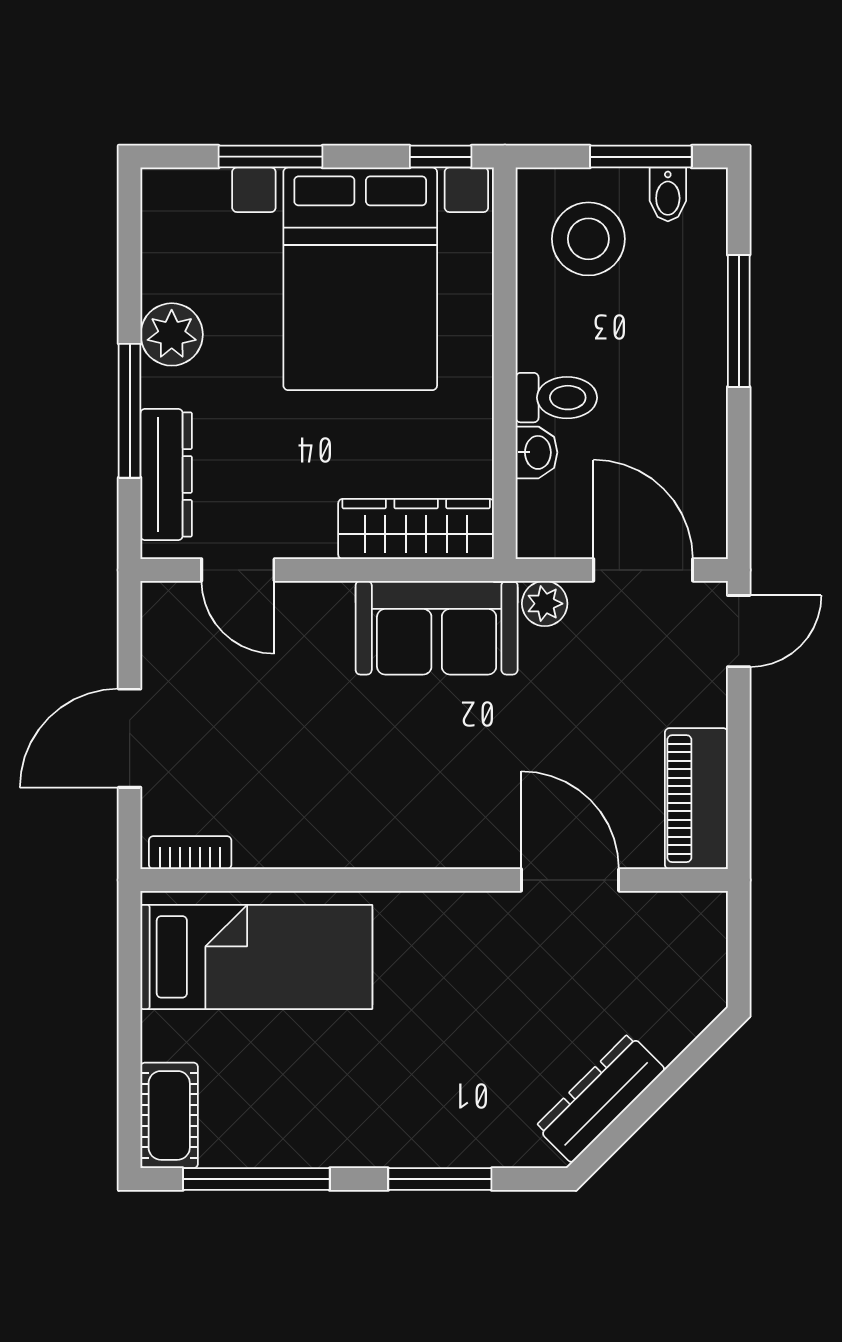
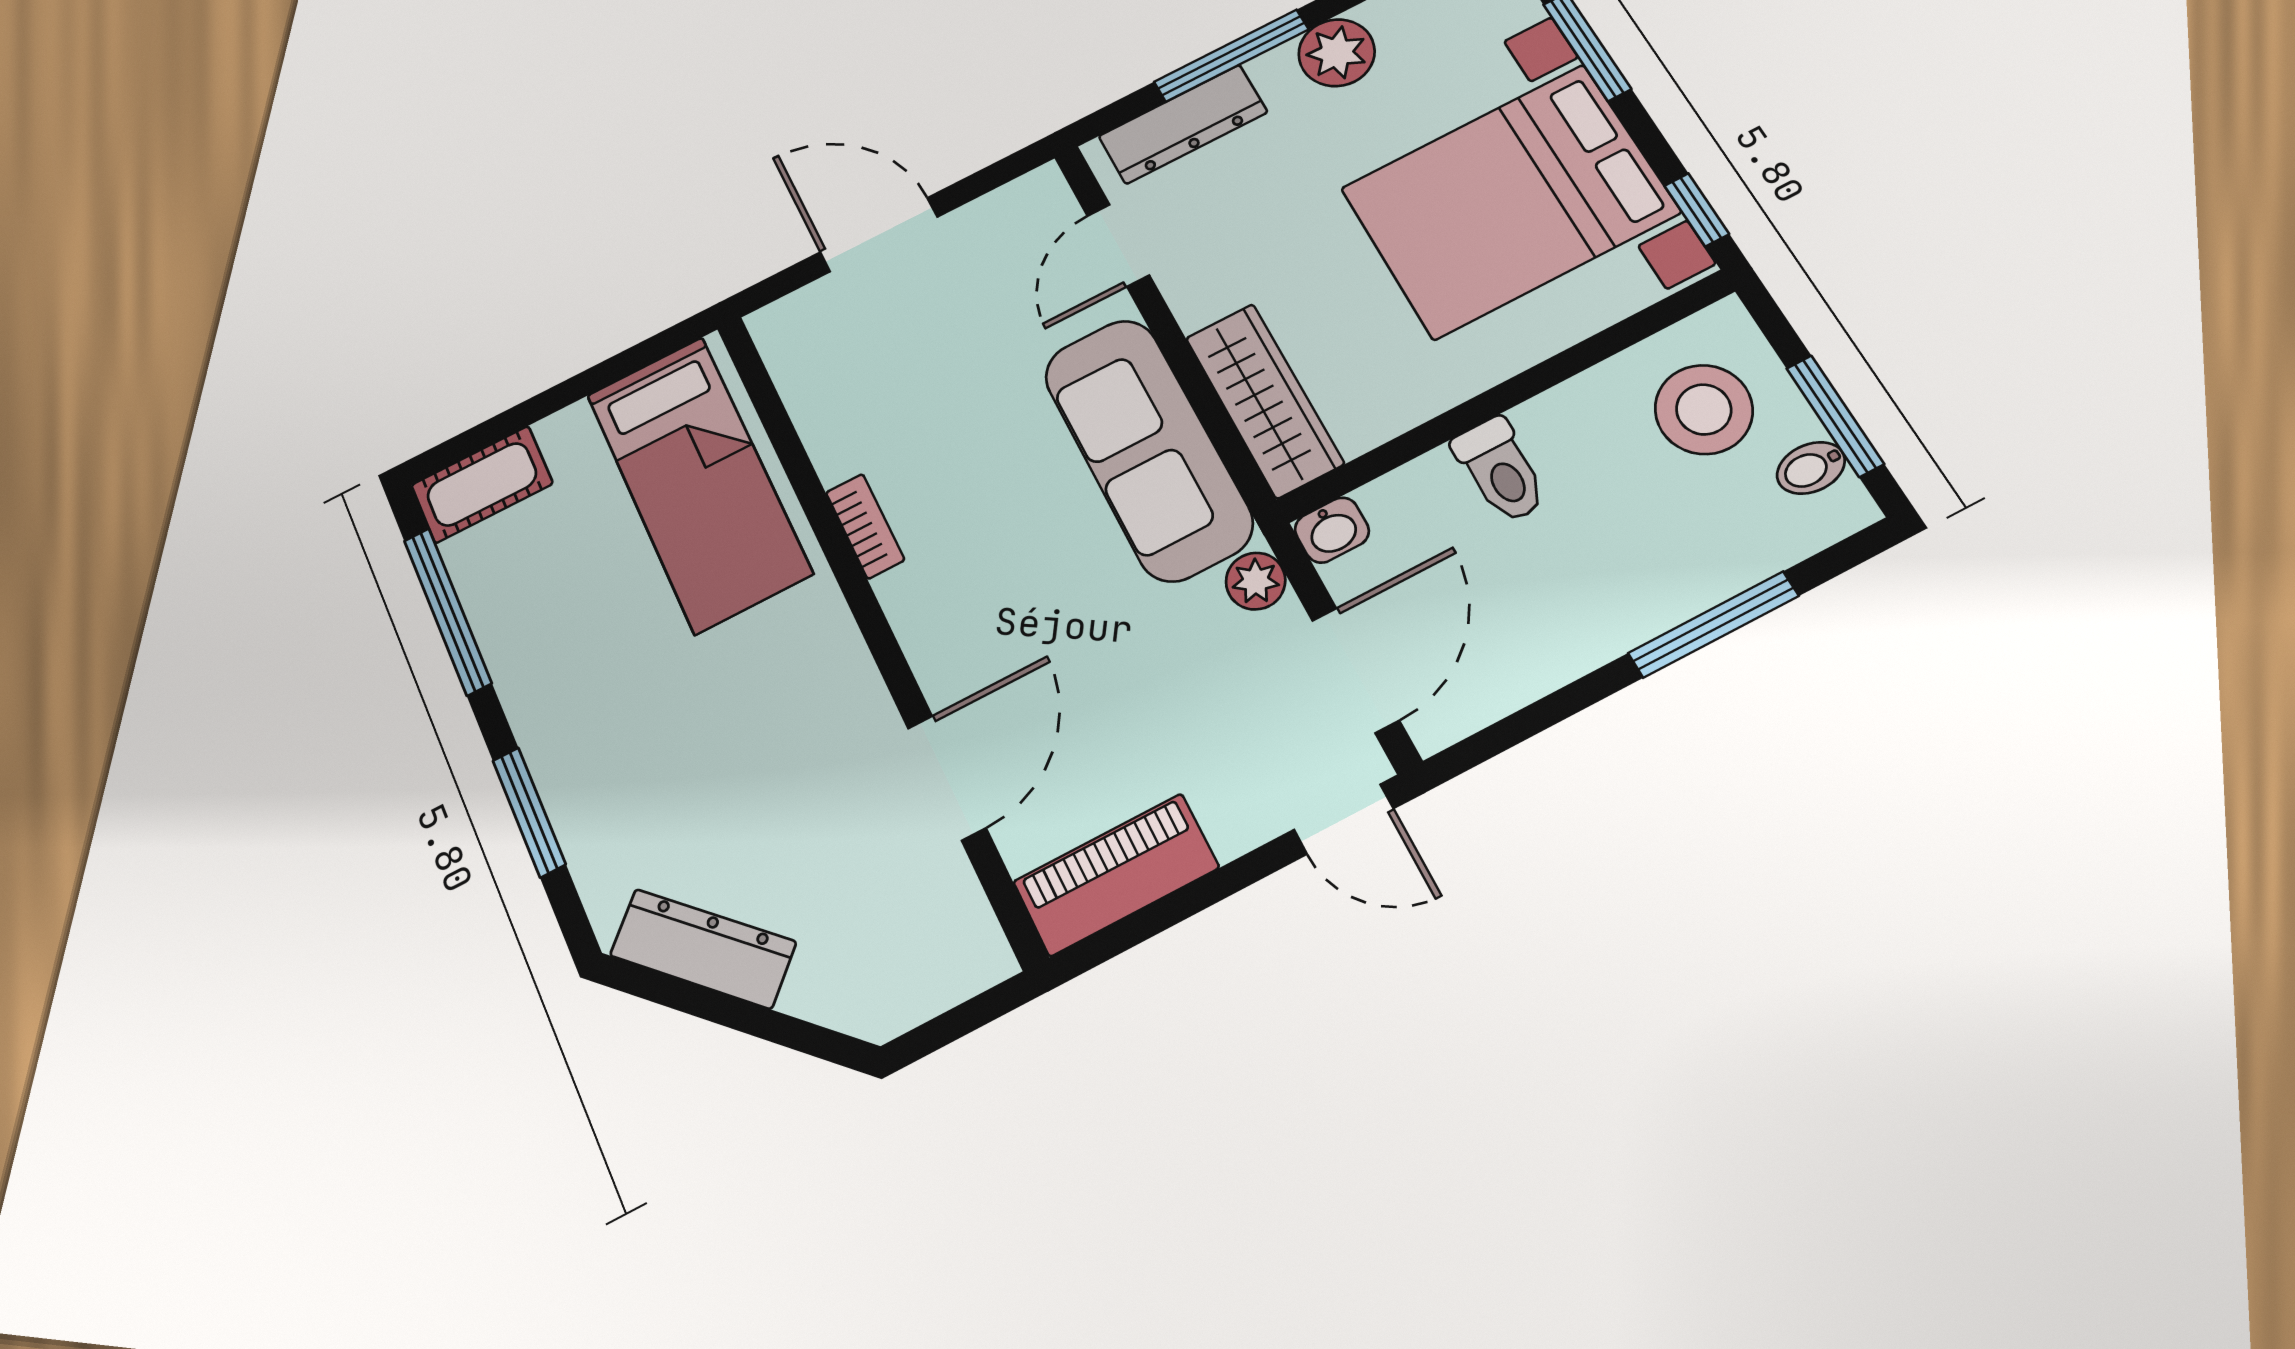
washbasin: (537, 452) -> (1332, 530), moved
sofa: (437, 628) -> (1148, 449), width x1.36
bookcase: (190, 853) -> (865, 526), moved

